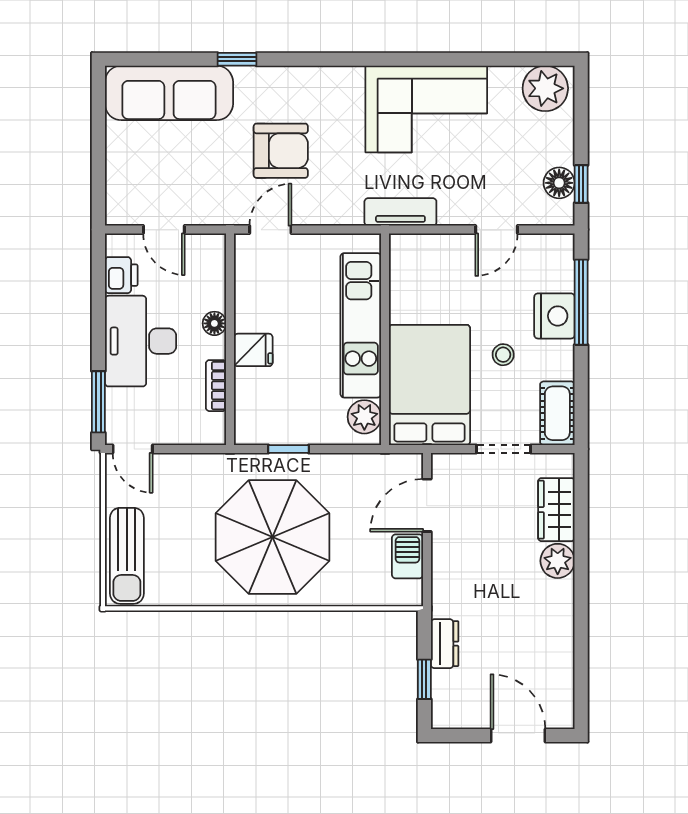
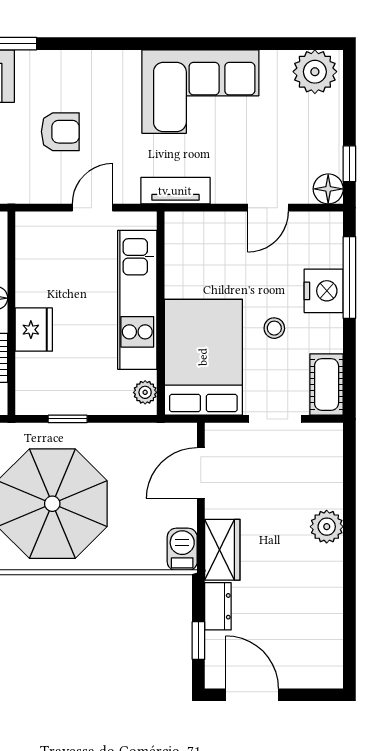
armchair: (281, 151) -> (60, 132), width x0.72, depth x0.72
floor lamp: (559, 183) -> (328, 189), moved
door: (270, 230) -> (92, 208), moved
fridge: (253, 350) -> (34, 330), width x1.38
plant: (364, 417) -> (145, 392), width x0.73, depth x0.73
wardrobe: (556, 510) -> (222, 550), moved, turned 180
barbecue: (407, 556) -> (182, 549), moved
door: (518, 736) -> (252, 695), moved

